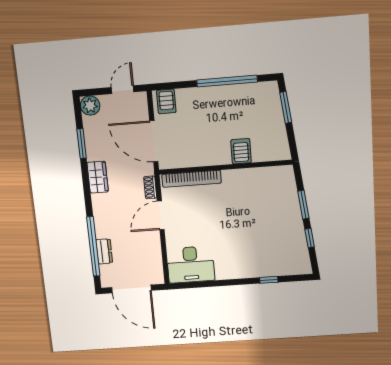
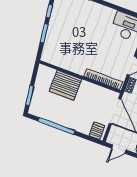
server rack: (241, 151) -> (65, 85), width x2.18, depth x1.44

